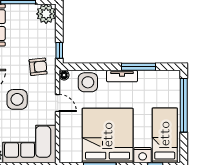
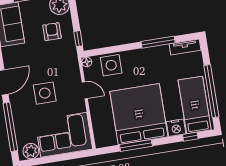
armchair: (38, 67) -> (52, 32), moved, turned -84
tv unit: (122, 76) -> (185, 47), moved
window: (184, 105) -> (211, 91), moved

